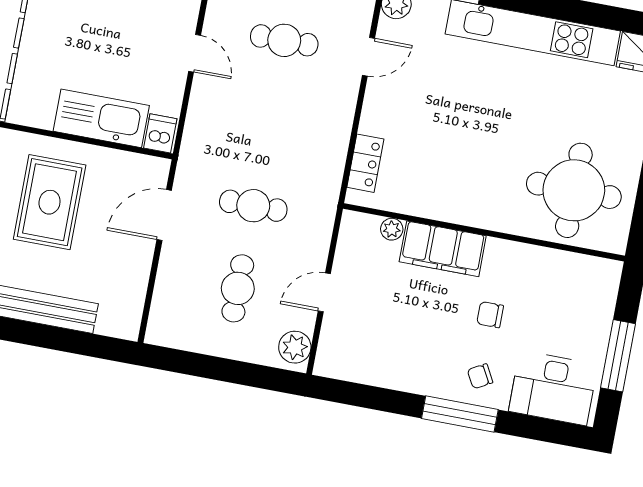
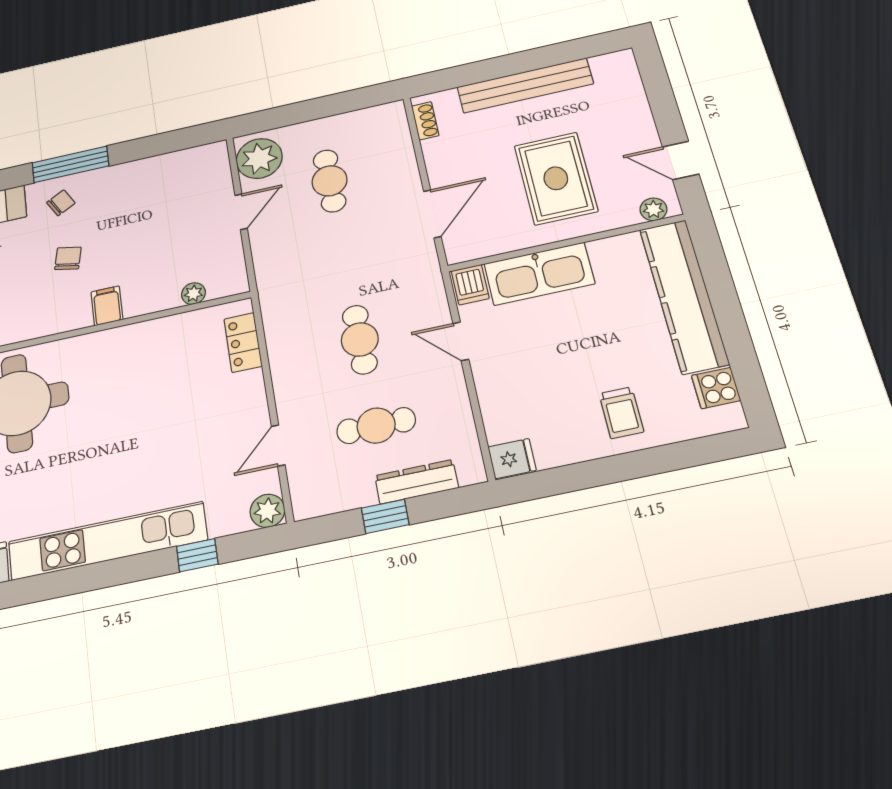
door: (195, 53) -> (461, 341), moved
cafe table: (253, 206) -> (360, 340), moved, turned 90
filing cabinet: (443, 249) -> (107, 306), width x0.33, depth x0.86
shoe rack: (134, 311) -> (425, 121), added
chair: (490, 315) -> (68, 258), turned -78
plant: (295, 347) -> (259, 159), width x1.36, depth x1.36

